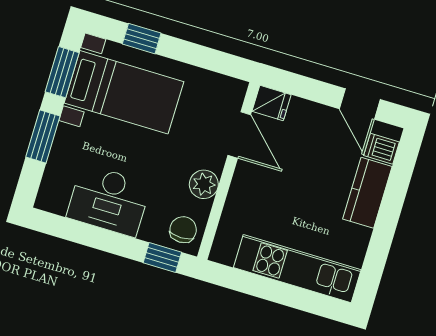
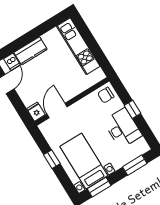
window: (142, 39) -> (52, 159), moved
window: (43, 137) -> (135, 165), moved
plant: (204, 184) -> (85, 104), removed
window: (162, 257) -> (132, 109), moved

